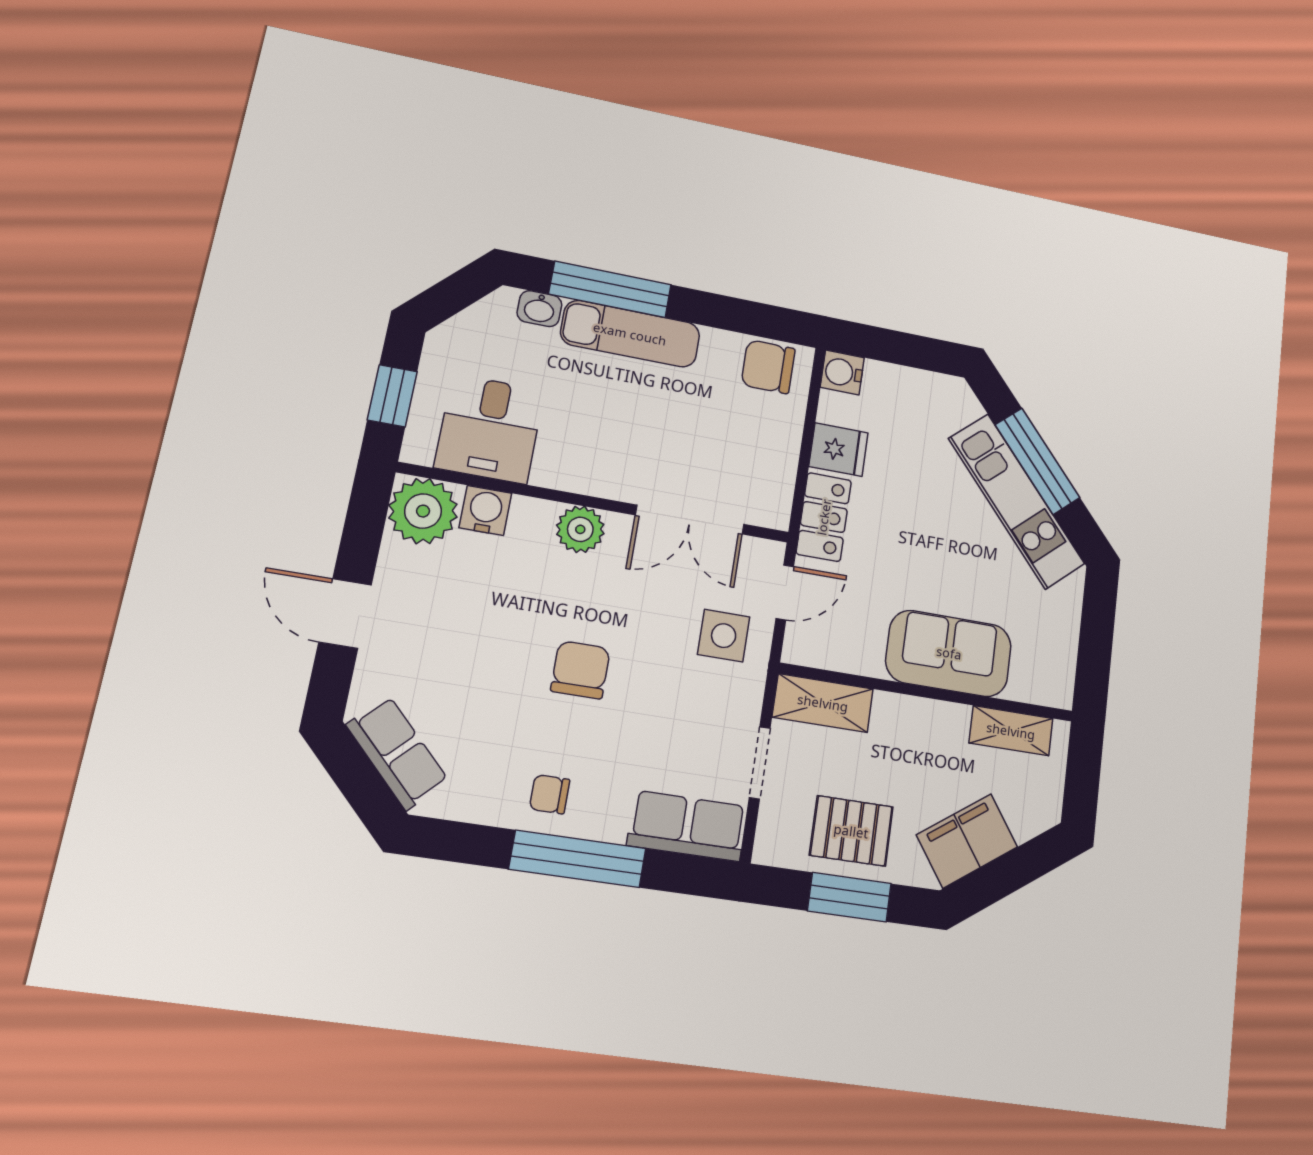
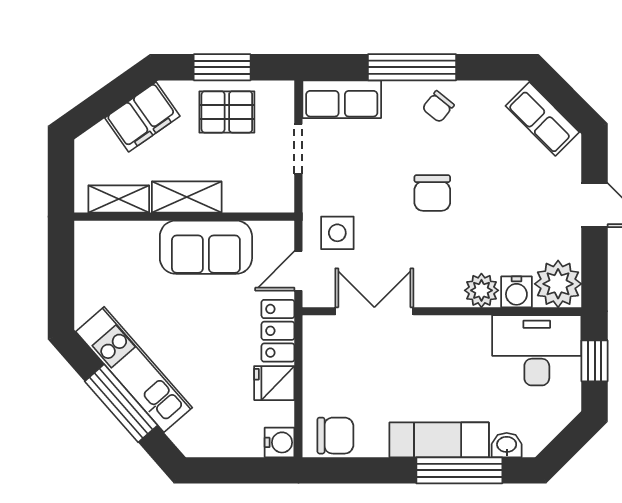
desk: (490, 429) -> (537, 350), width x1.37
plant: (580, 529) -> (481, 290), moved
sofa: (949, 653) -> (206, 247), moved
shelving: (823, 703) -> (187, 197), moved
chair: (550, 794) -> (438, 107), turned 129

